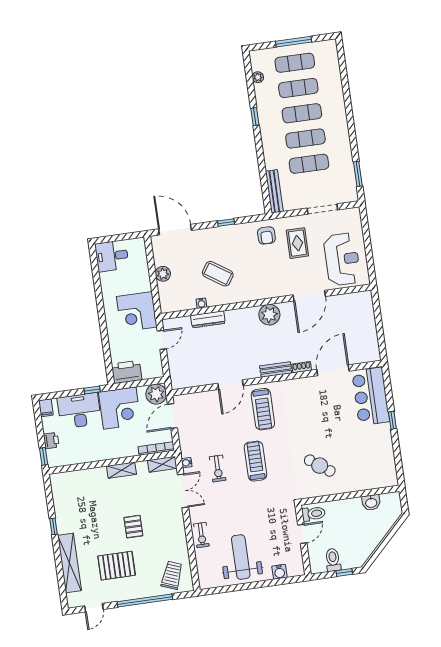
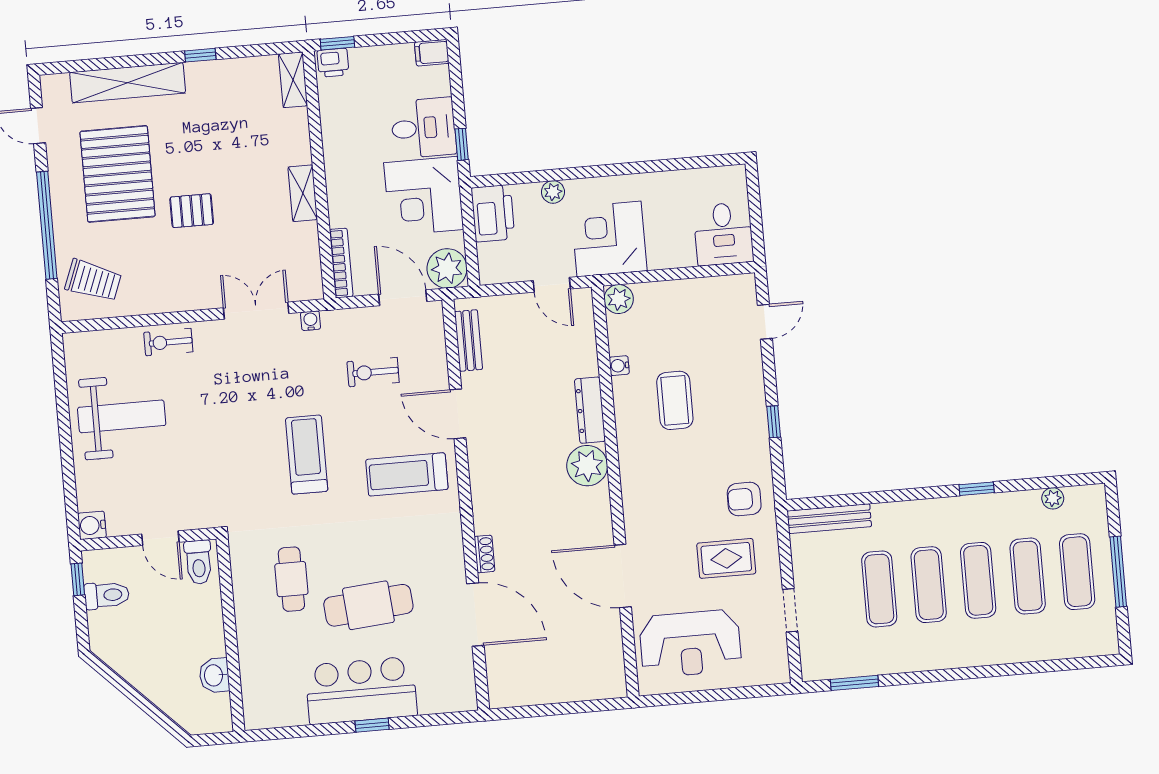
doorway: (322, 209) -> (790, 610), width x0.73
door: (175, 230) -> (765, 322), width x0.53
desk: (112, 256) -> (723, 234), moved, turned 180
plant: (163, 274) -> (619, 299), moved
coffee table: (218, 274) -> (675, 400), turned -34
plant: (269, 315) -> (587, 466), moved
dresser: (208, 319) -> (590, 410), moved
plant: (114, 342) -> (553, 192), added
bench: (276, 369) -> (468, 340), moved
bar counter: (371, 396) -> (361, 690), moved
desk: (79, 411) -> (423, 128), width x0.73
cafe table: (331, 425) -> (368, 605), added
printer: (51, 441) -> (333, 63), moved
treadmill: (255, 461) -> (307, 455), turned -90
shelving: (162, 464) -> (293, 80), moved
cafe table: (320, 466) -> (291, 579), turned -36
exercise bike: (218, 468) -> (373, 372), moved
double door: (183, 491) -> (256, 311), swing flipped
pallet: (117, 566) -> (118, 174), width x1.37, depth x1.41
water cooler: (280, 572) -> (92, 525), moved
window: (344, 573) -> (78, 579), moved

